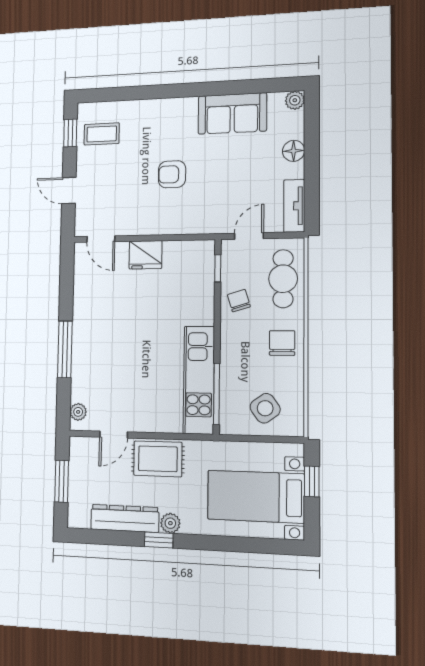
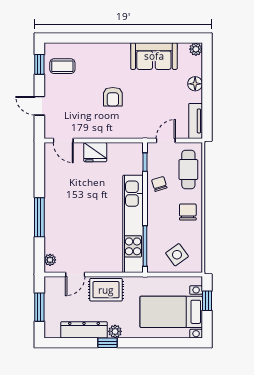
armchair: (172, 174) -> (113, 97), turned -90
kitchen unit: (199, 380) -> (133, 224), width x1.36

